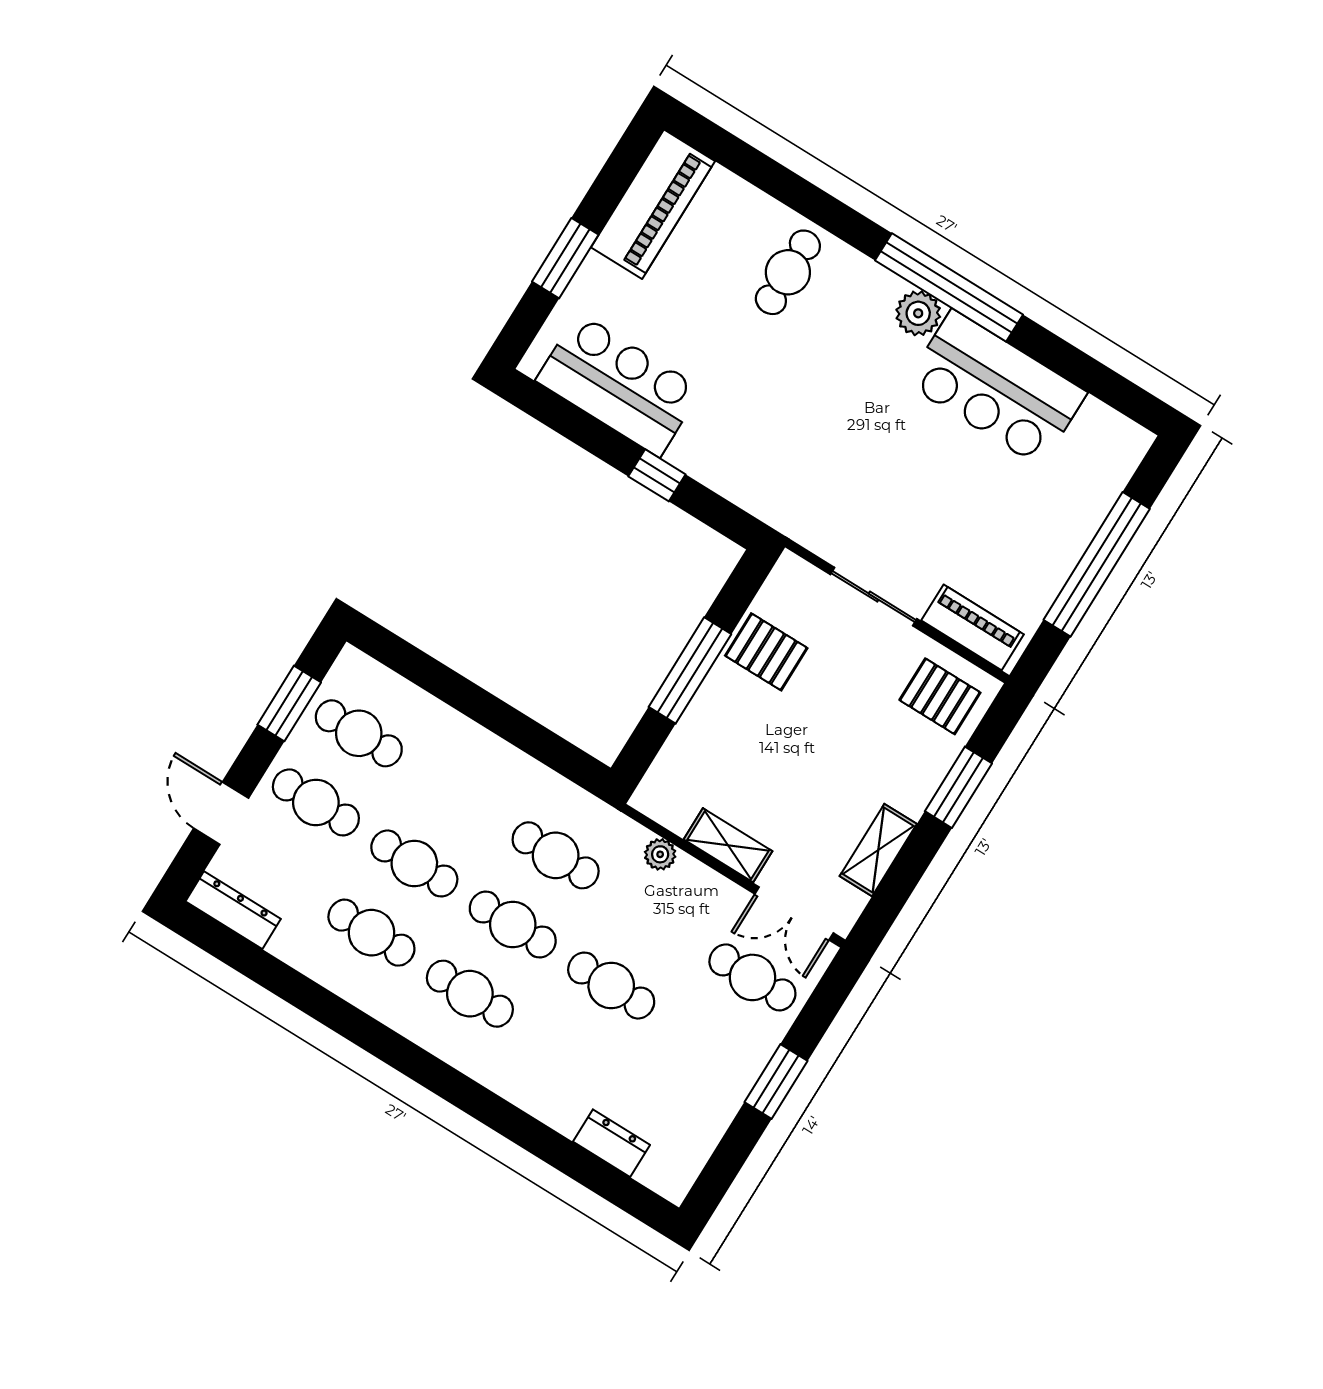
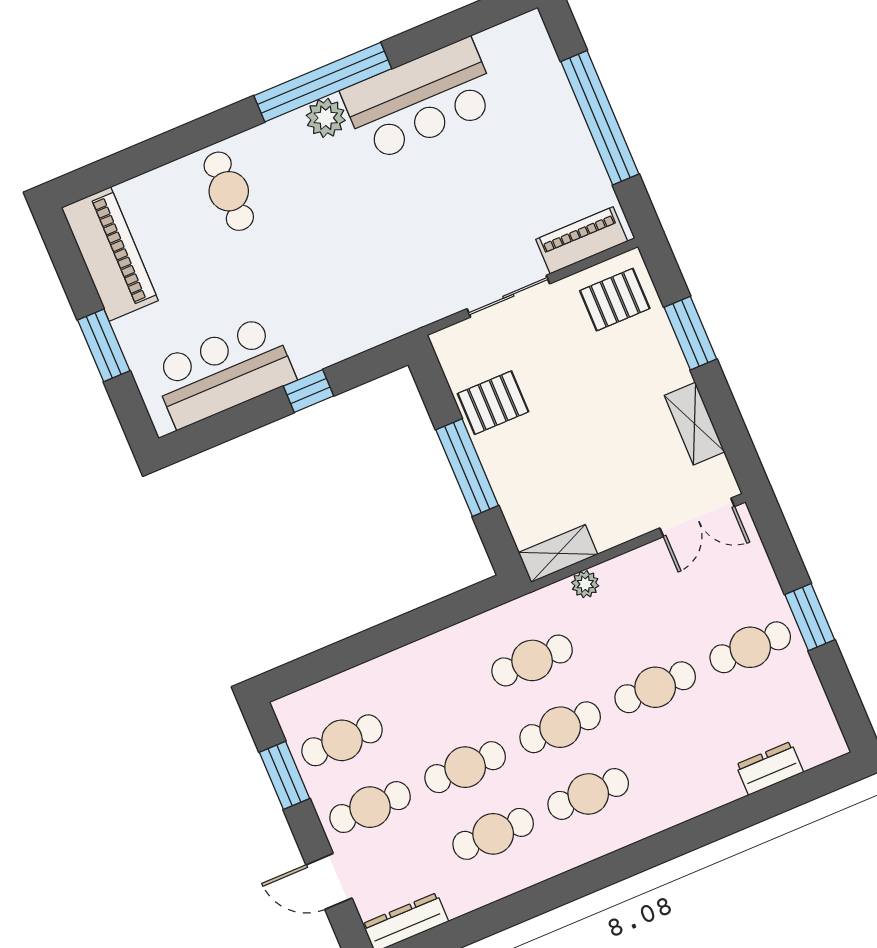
shelving: (728, 845) -> (558, 553), moved
cafe table: (752, 977) -> (750, 647), moved

